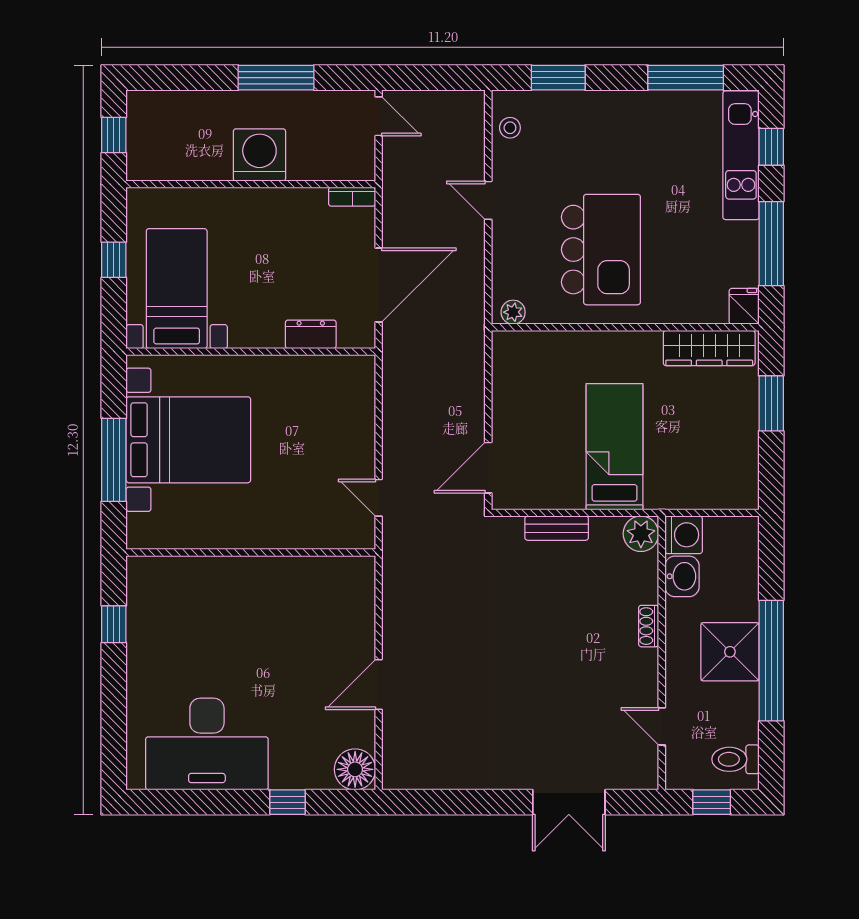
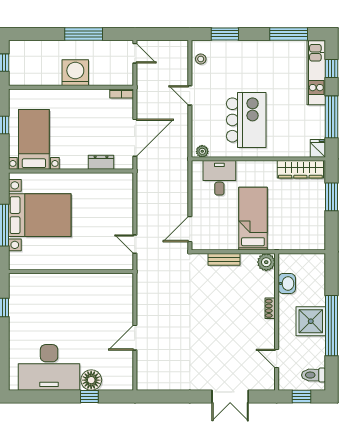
desk: (547, 365) -> (219, 178), added
washing machine: (684, 535) -> (288, 263), removed
floor lamp: (355, 769) -> (91, 380), moved

